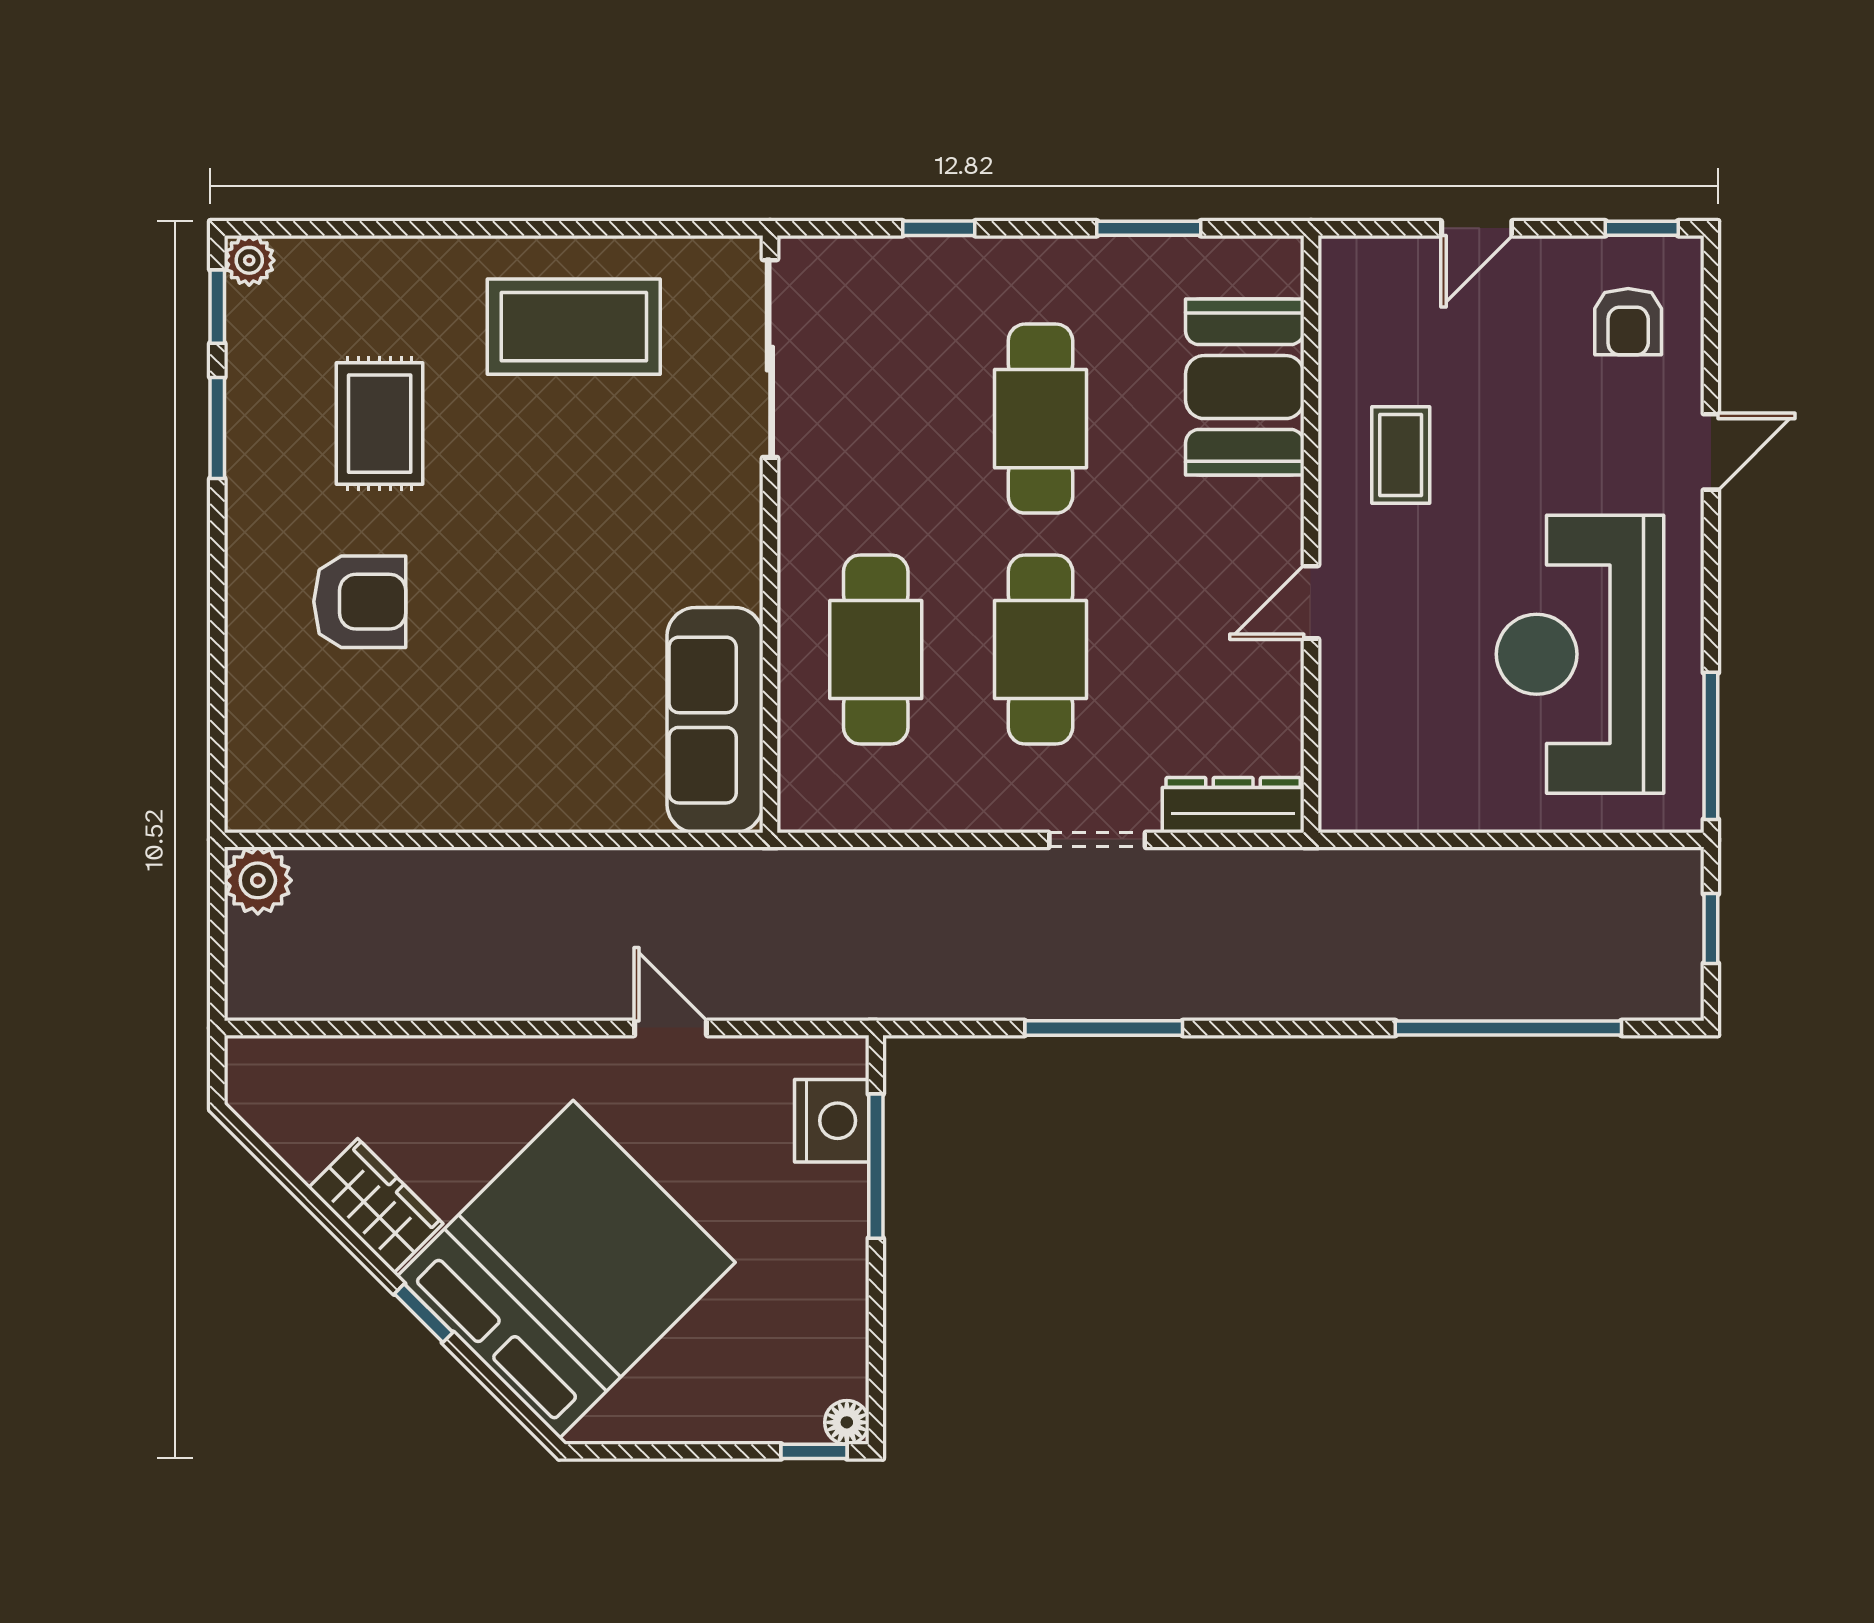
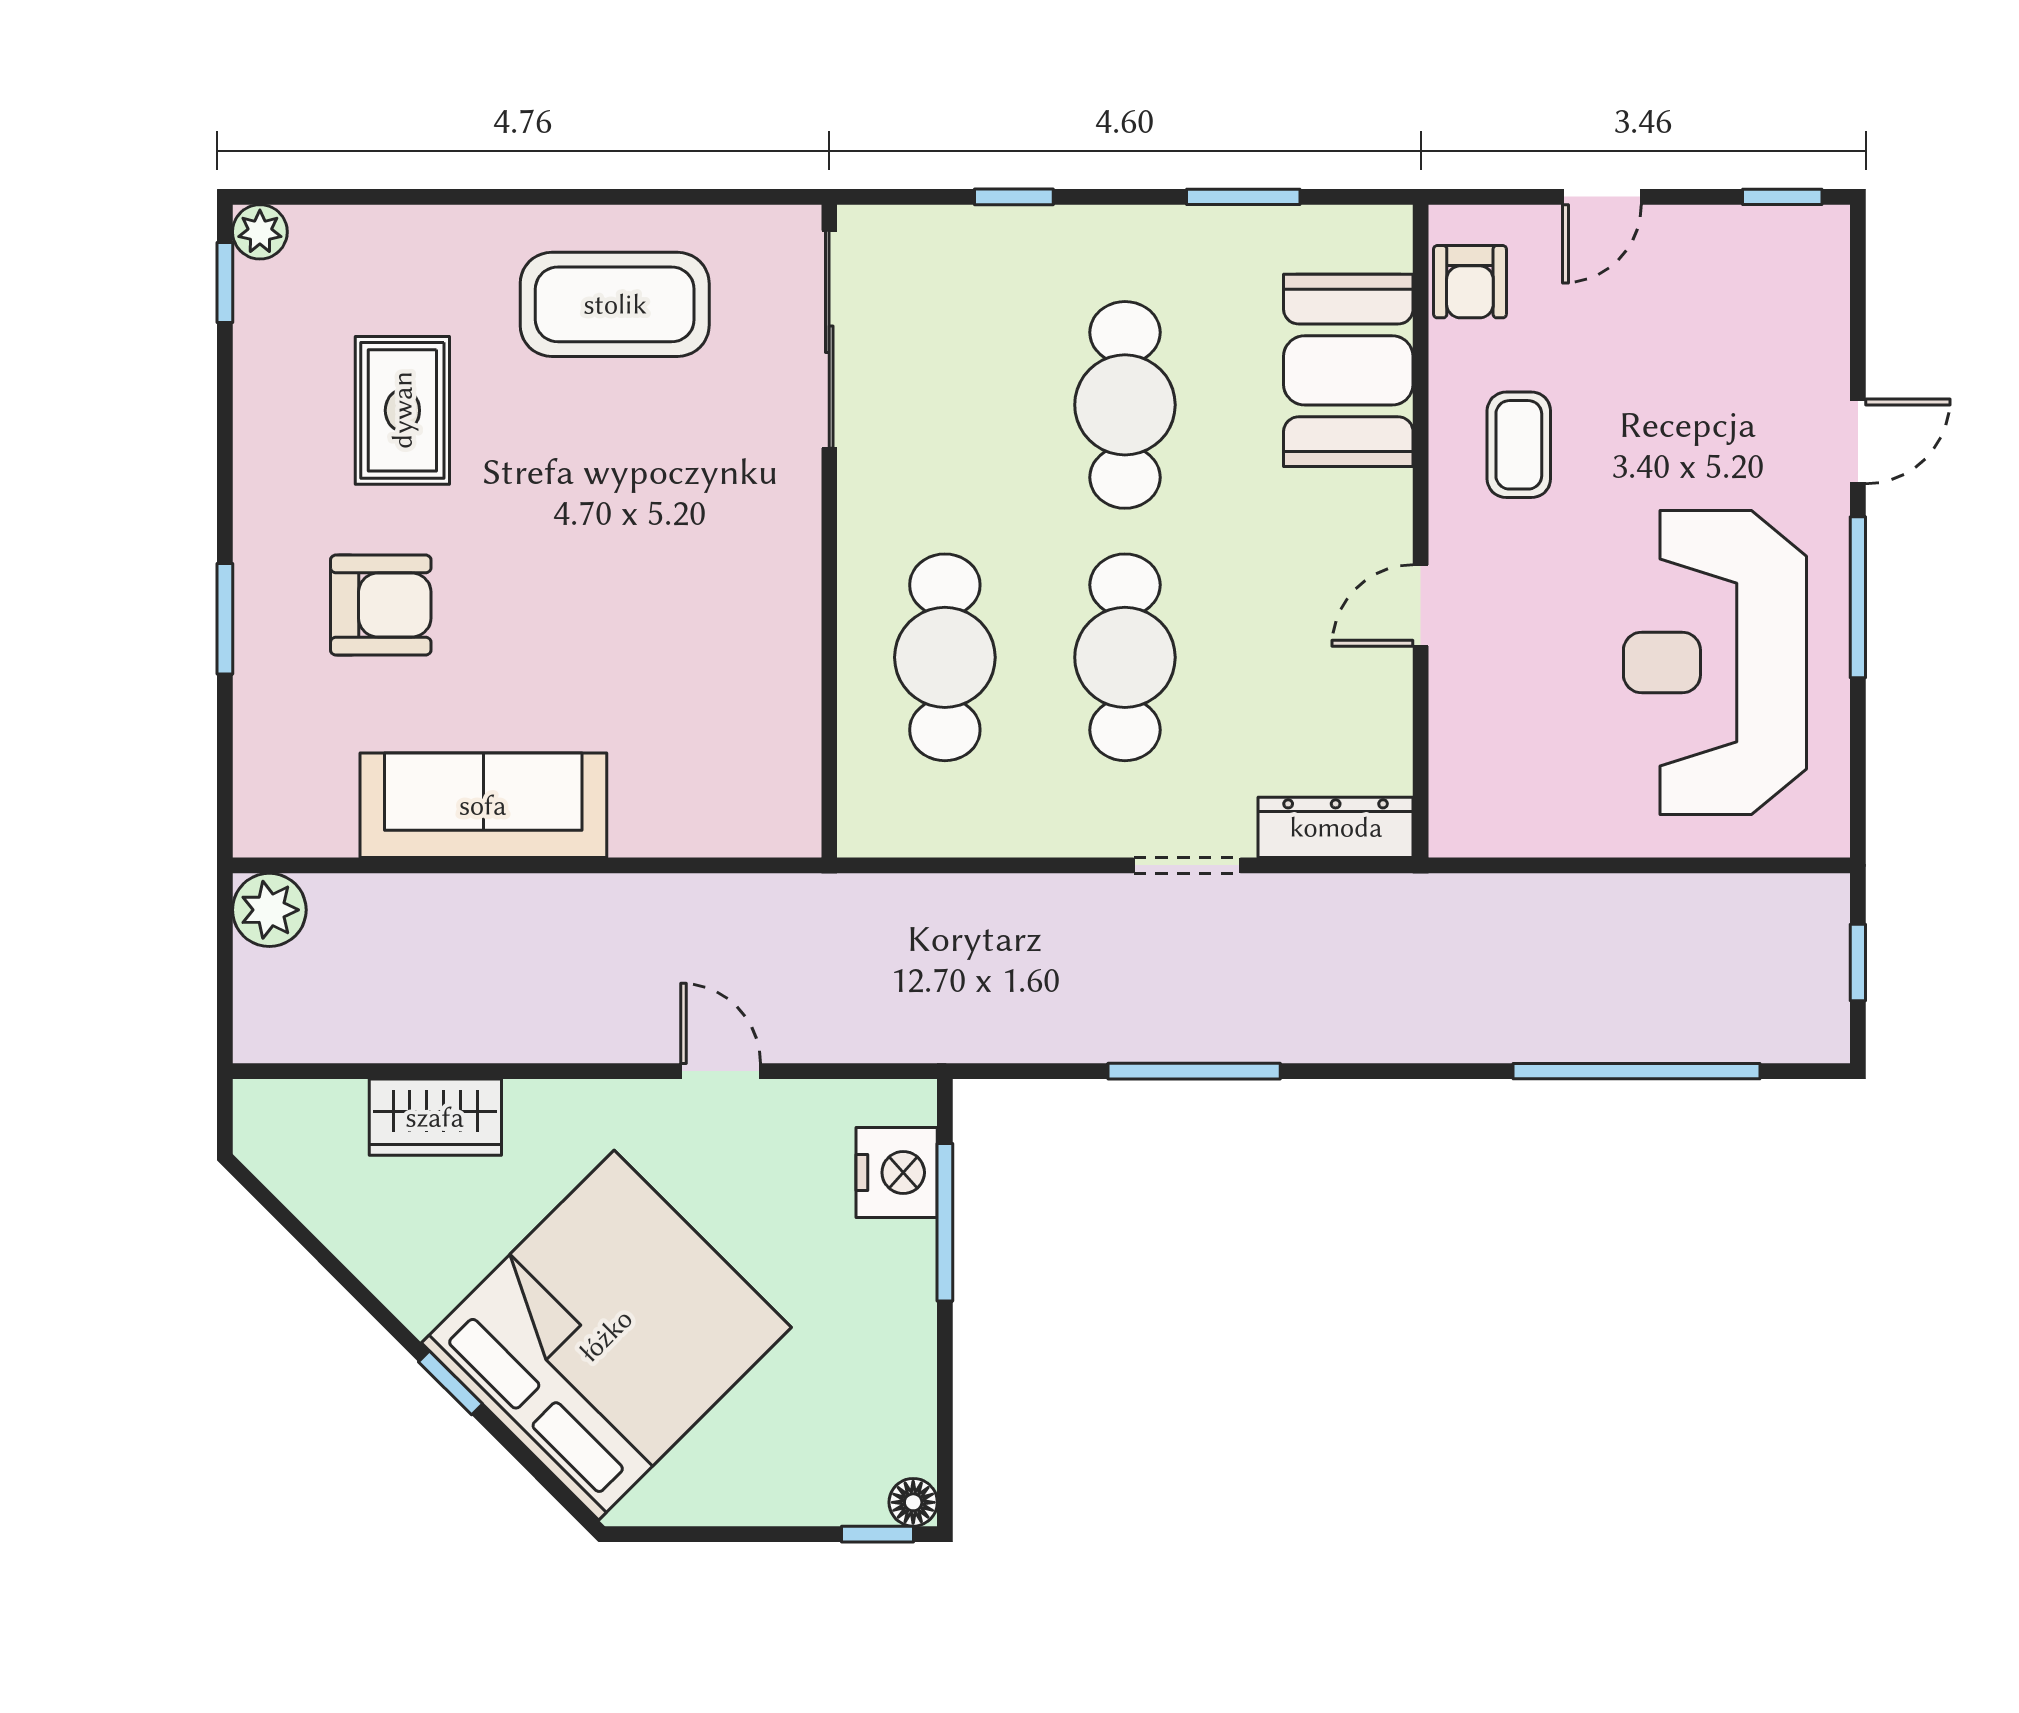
armchair: (1628, 322) -> (1470, 282), moved
window: (217, 428) -> (225, 619), moved
sofa: (715, 720) -> (483, 805), moved, turned 90
window: (1711, 746) -> (1858, 597), moved
wardrobe: (376, 1206) -> (435, 1117), moved, turned 135

